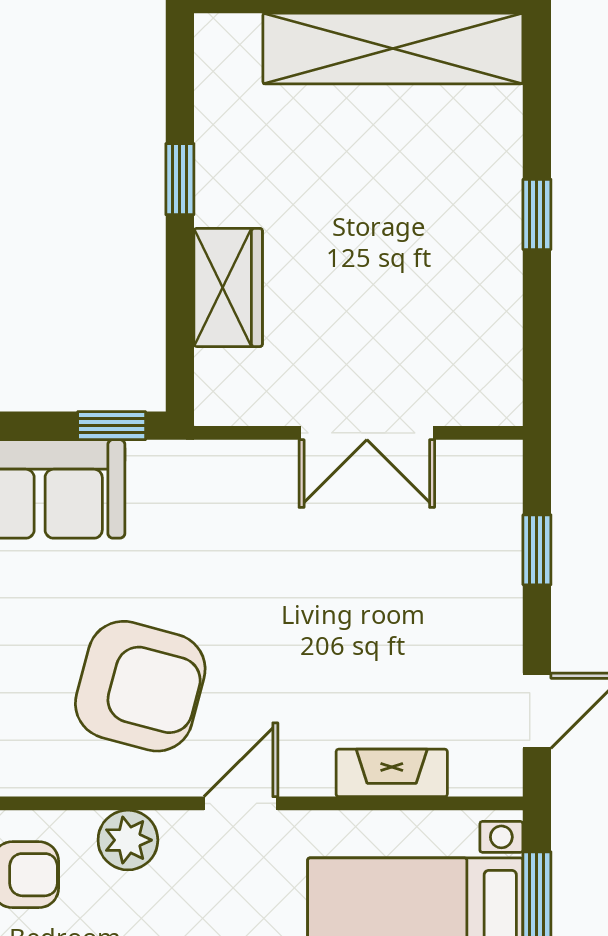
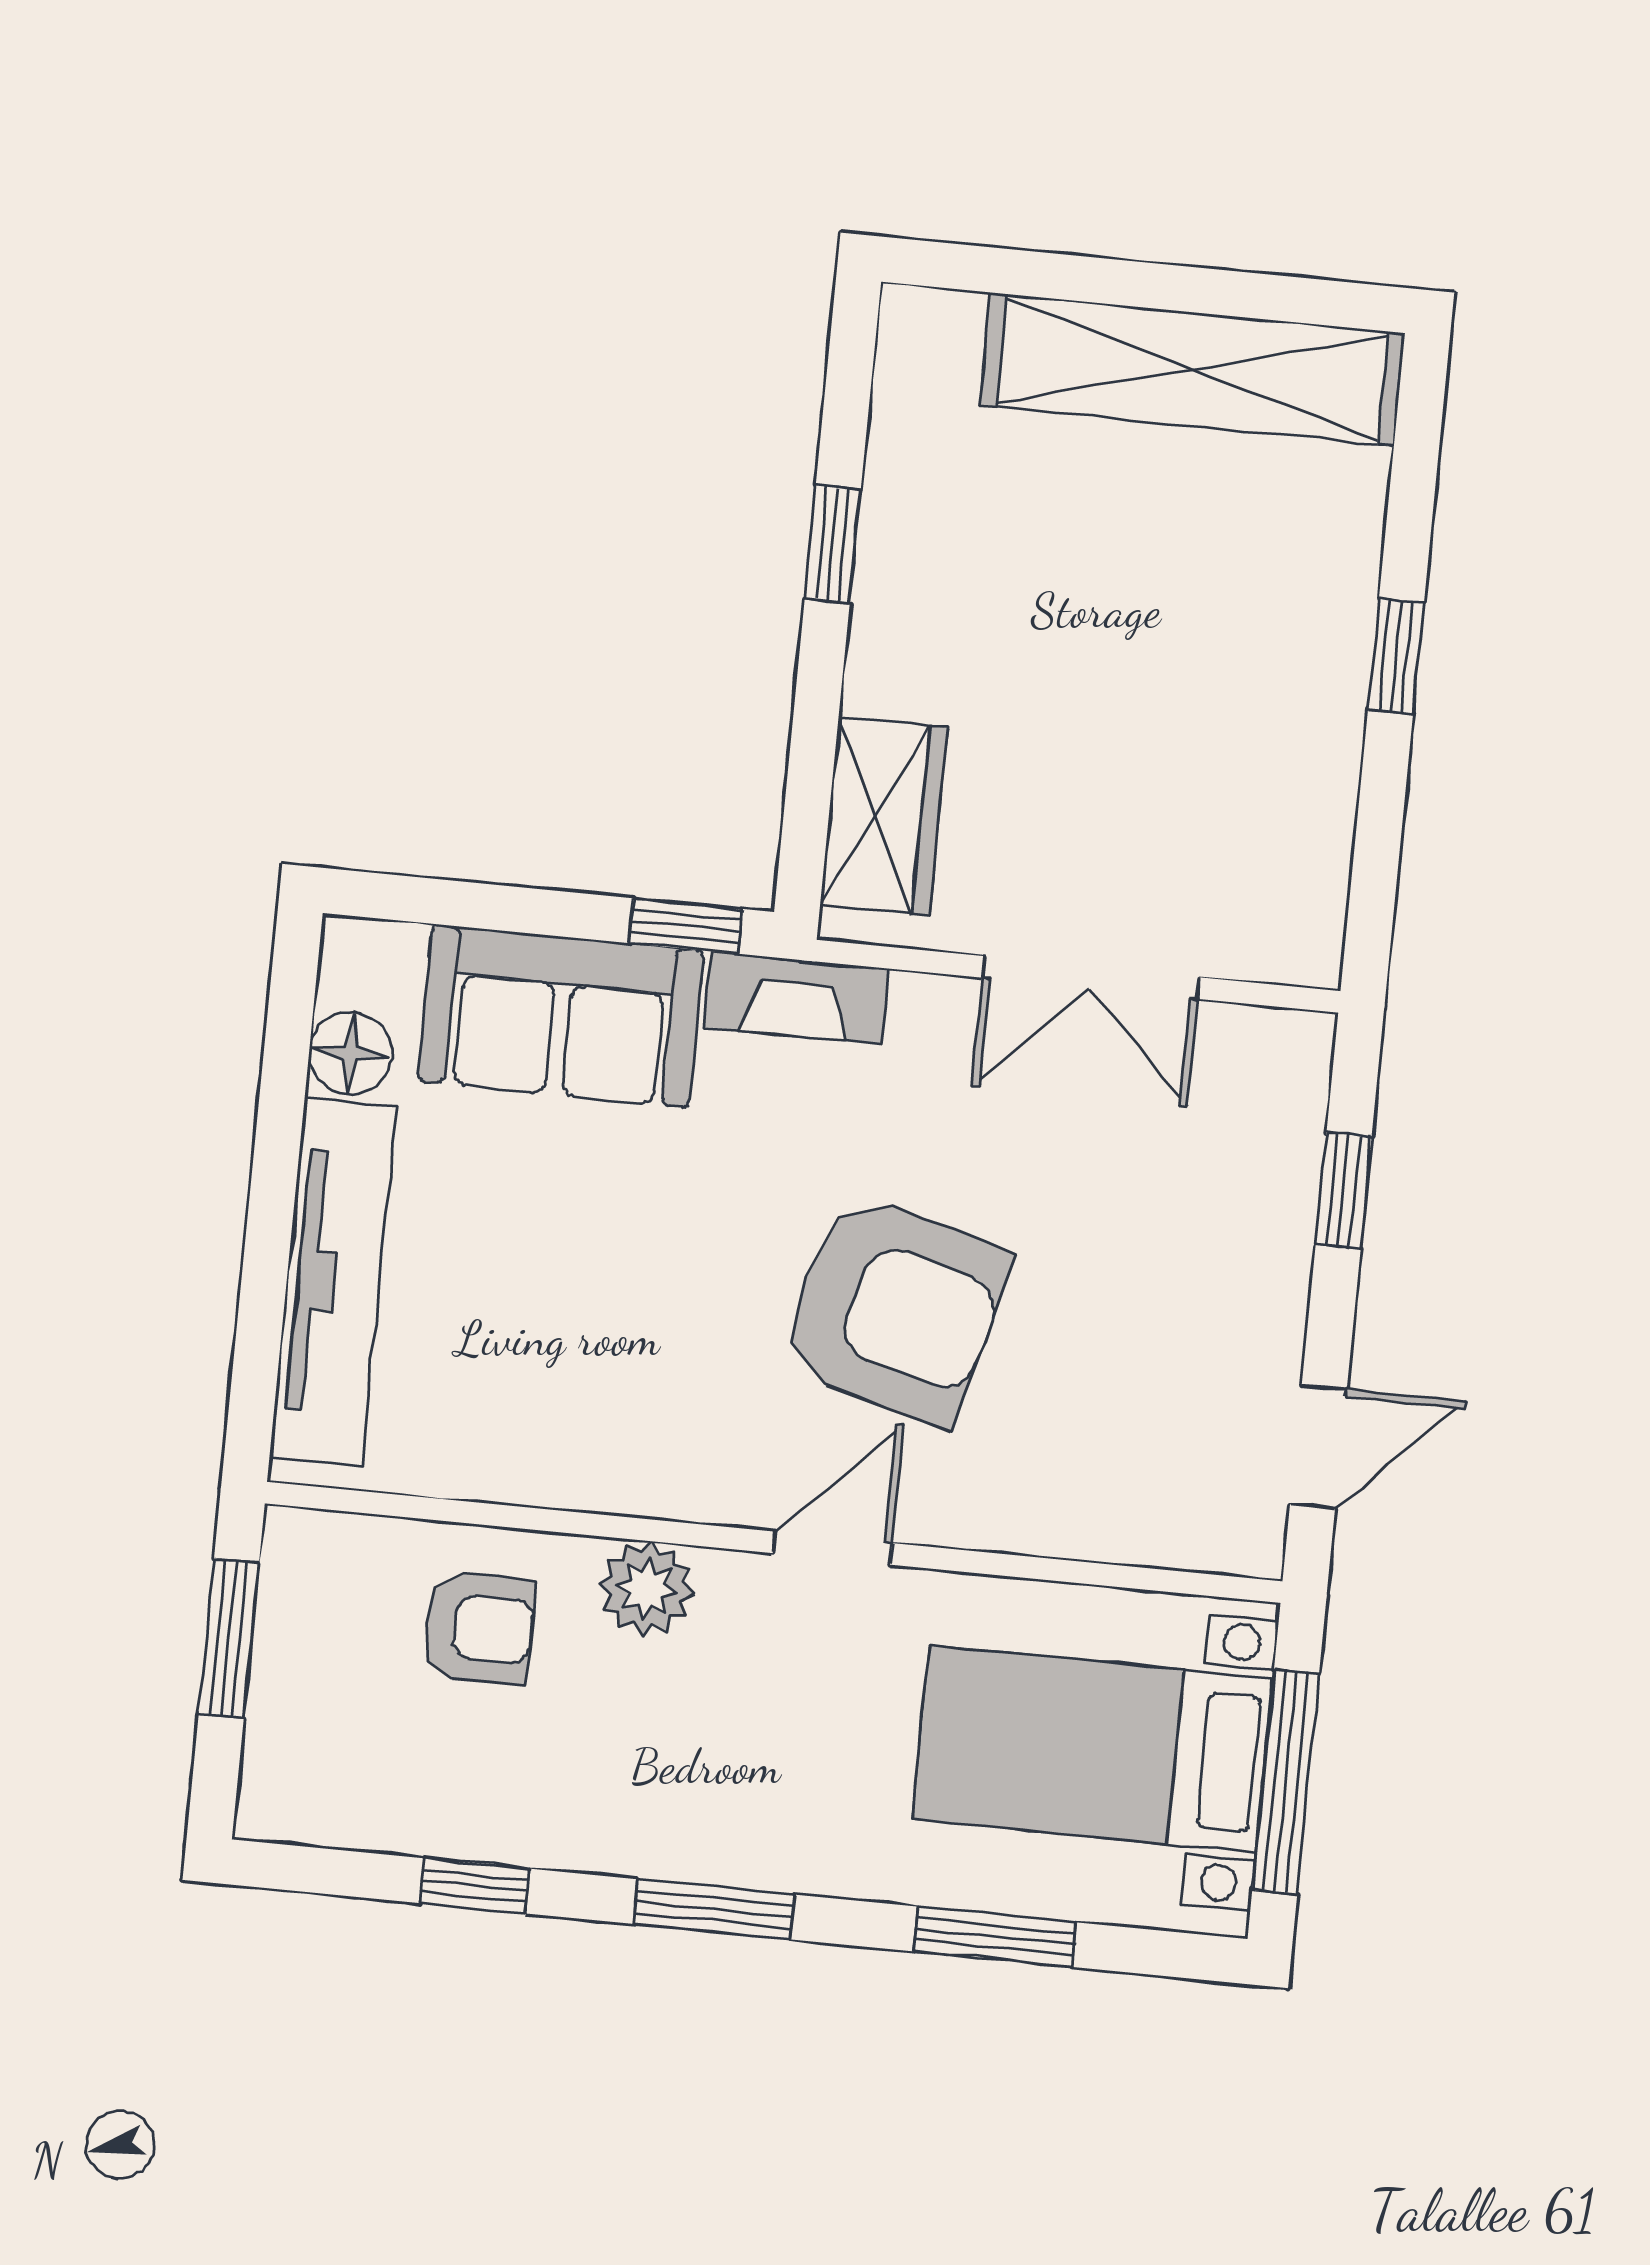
wardrobe: (228, 287) -> (884, 817), moved
armchair: (140, 686) -> (894, 1309), moved
fireplace: (392, 773) -> (796, 998), moved, turned 180

